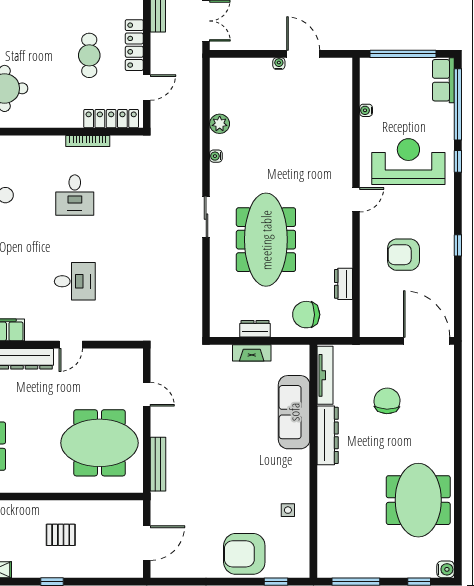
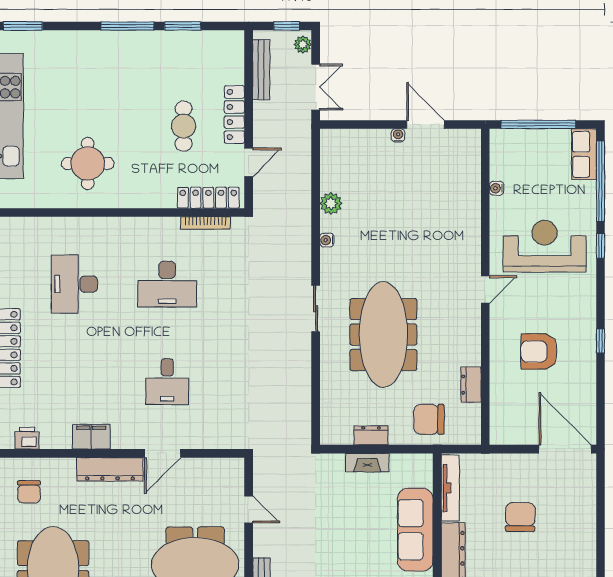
bookcase: (88, 141) -> (205, 223), moved
desk: (75, 195) -> (167, 284), width x1.37
desk: (75, 281) -> (167, 382), turned 90
door: (71, 345) -> (163, 453), width x1.37

